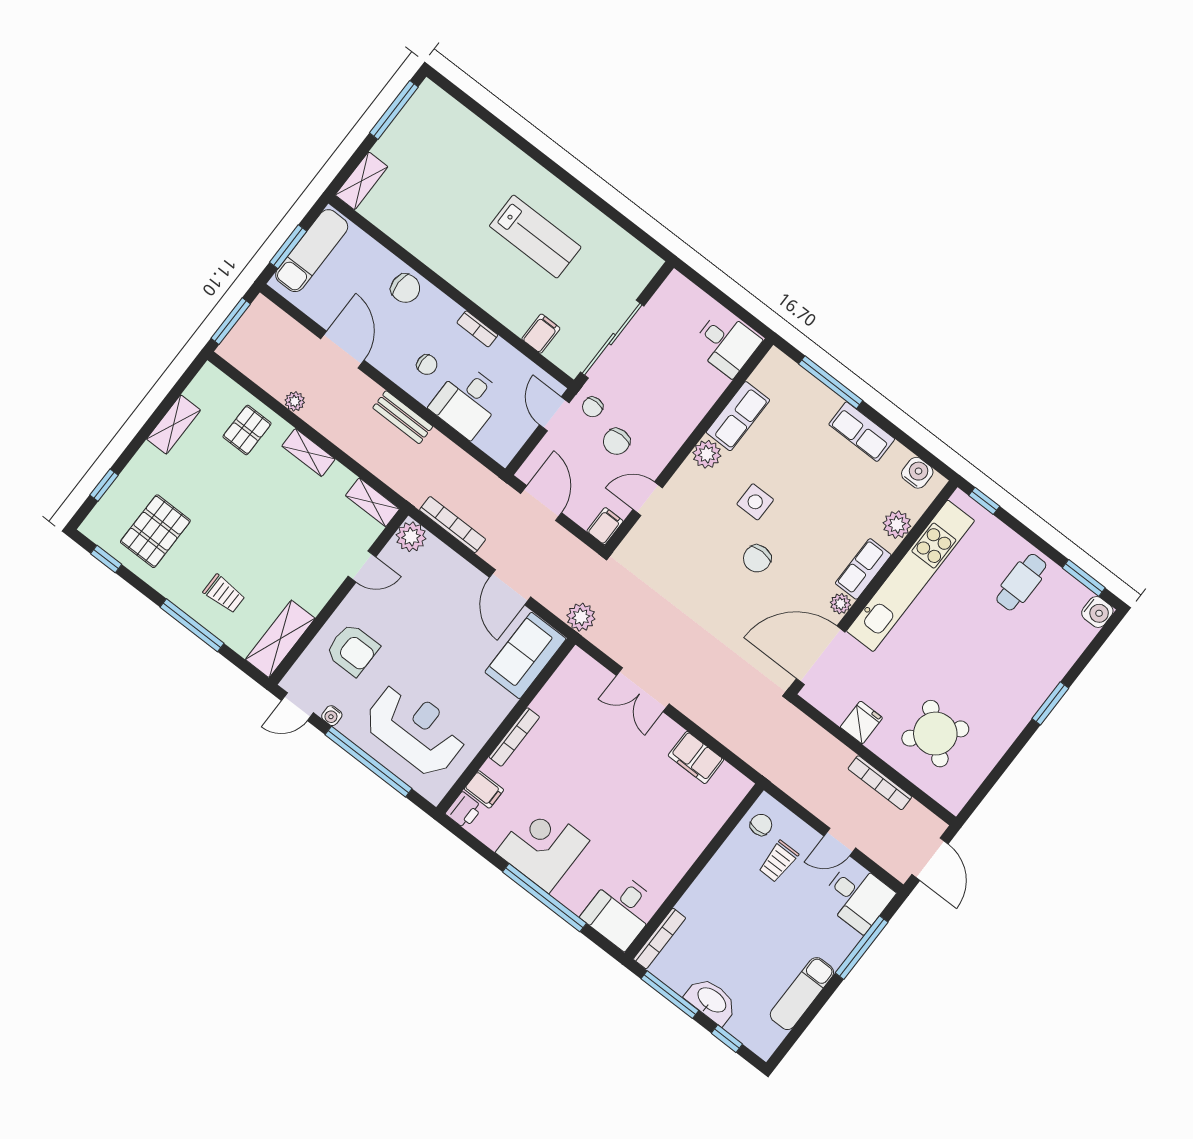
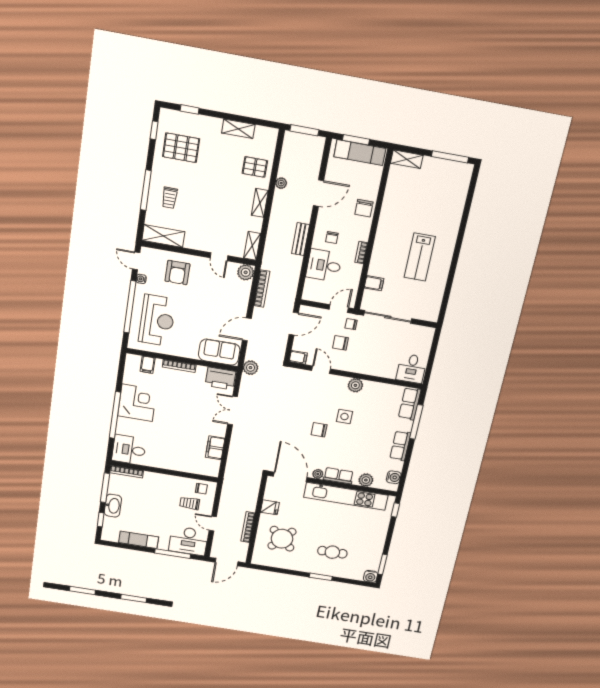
row of seats: (738, 416) -> (410, 404), moved, turned 90
cafe table: (1021, 582) -> (332, 552), moved
printer: (464, 810) -> (220, 378), moved, width x1.87, depth x1.48
desk: (857, 897) -> (188, 541), width x1.37

